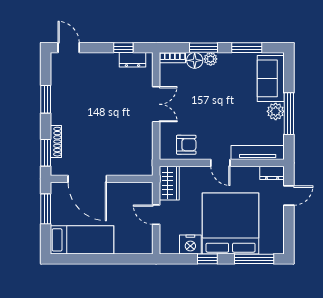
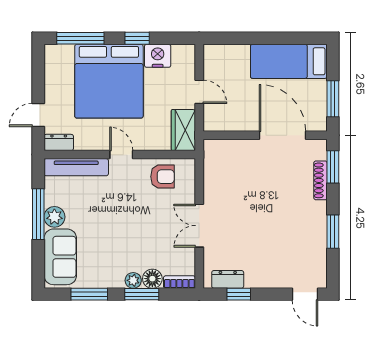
armchair: (186, 145) -> (163, 177), turned 180

